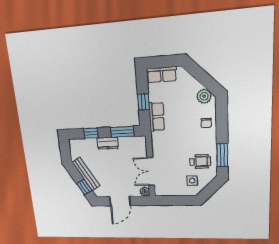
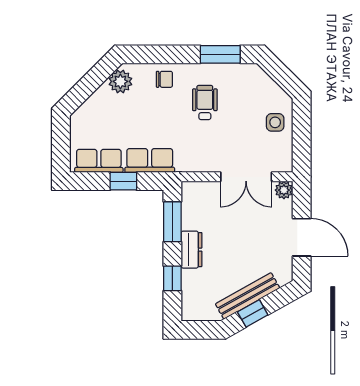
row of seats: (162, 75) -> (99, 161), moved, turned -90
wheelchair: (200, 162) -> (205, 103), moved
side table: (192, 181) -> (275, 122), moved
window: (84, 187) -> (253, 313), moved

